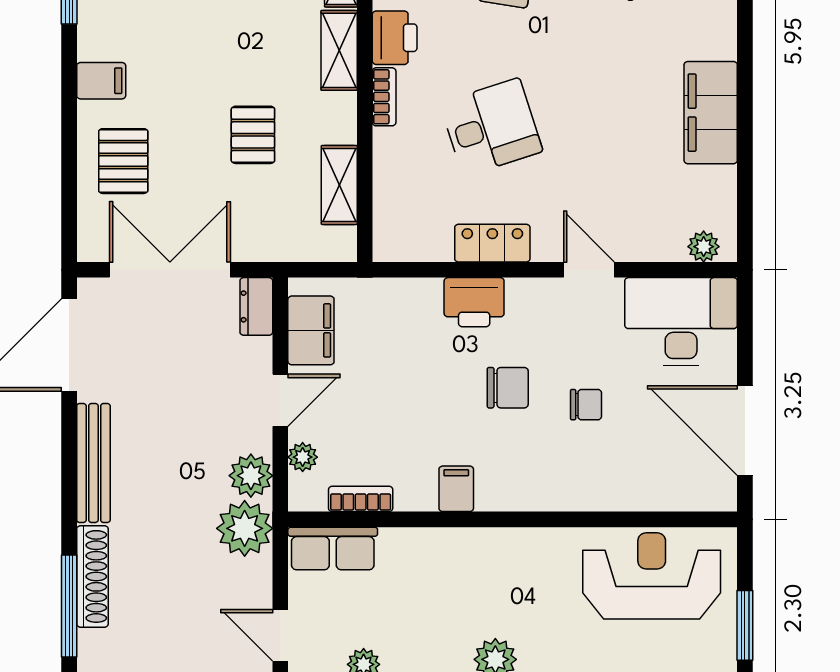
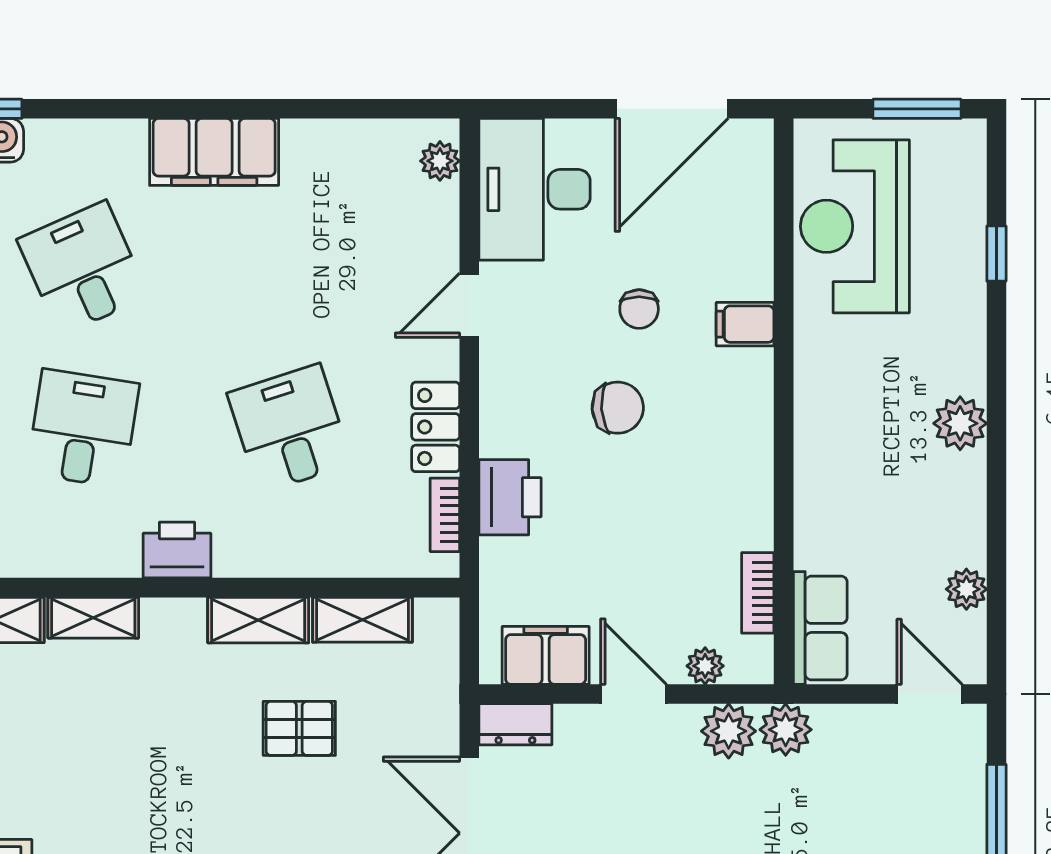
shelving: (339, 50) -> (258, 620), moved
bookcase: (384, 97) -> (445, 515), moved, turned -90
filing cabinet: (711, 113) -> (214, 152), moved
printer: (474, 302) -> (510, 497), moved
chair: (508, 388) -> (618, 408), turned 86
chair: (586, 405) -> (639, 309), turned 180
filing cabinet: (456, 489) -> (745, 324), moved
plant: (245, 528) -> (786, 730), width x0.73, depth x0.73
door: (280, 635) -> (929, 694), swing flipped

